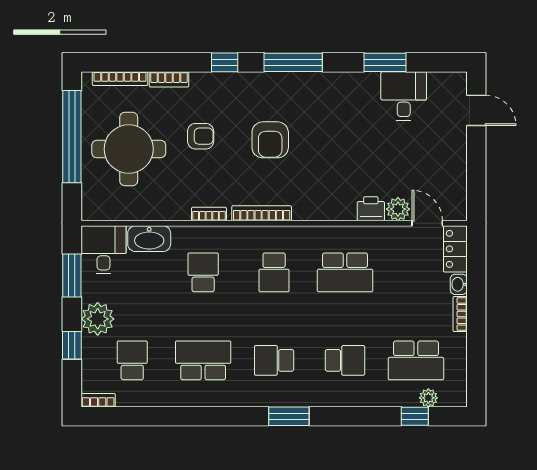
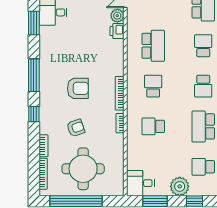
armchair: (201, 136) -> (76, 128), turned 71
washbasin: (149, 239) -> (134, 157), removed
school desk: (274, 272) -> (153, 86), turned -90

